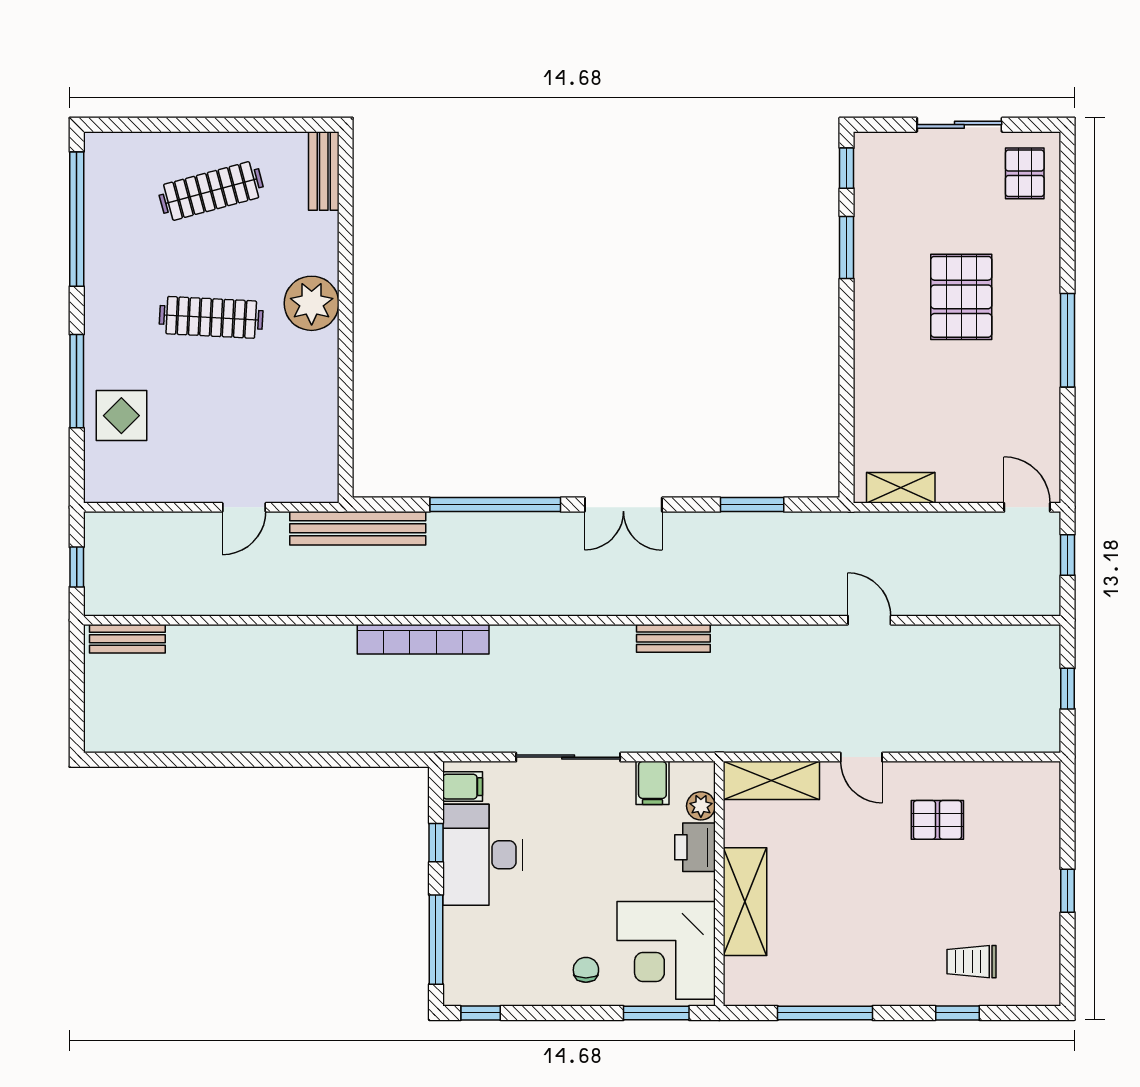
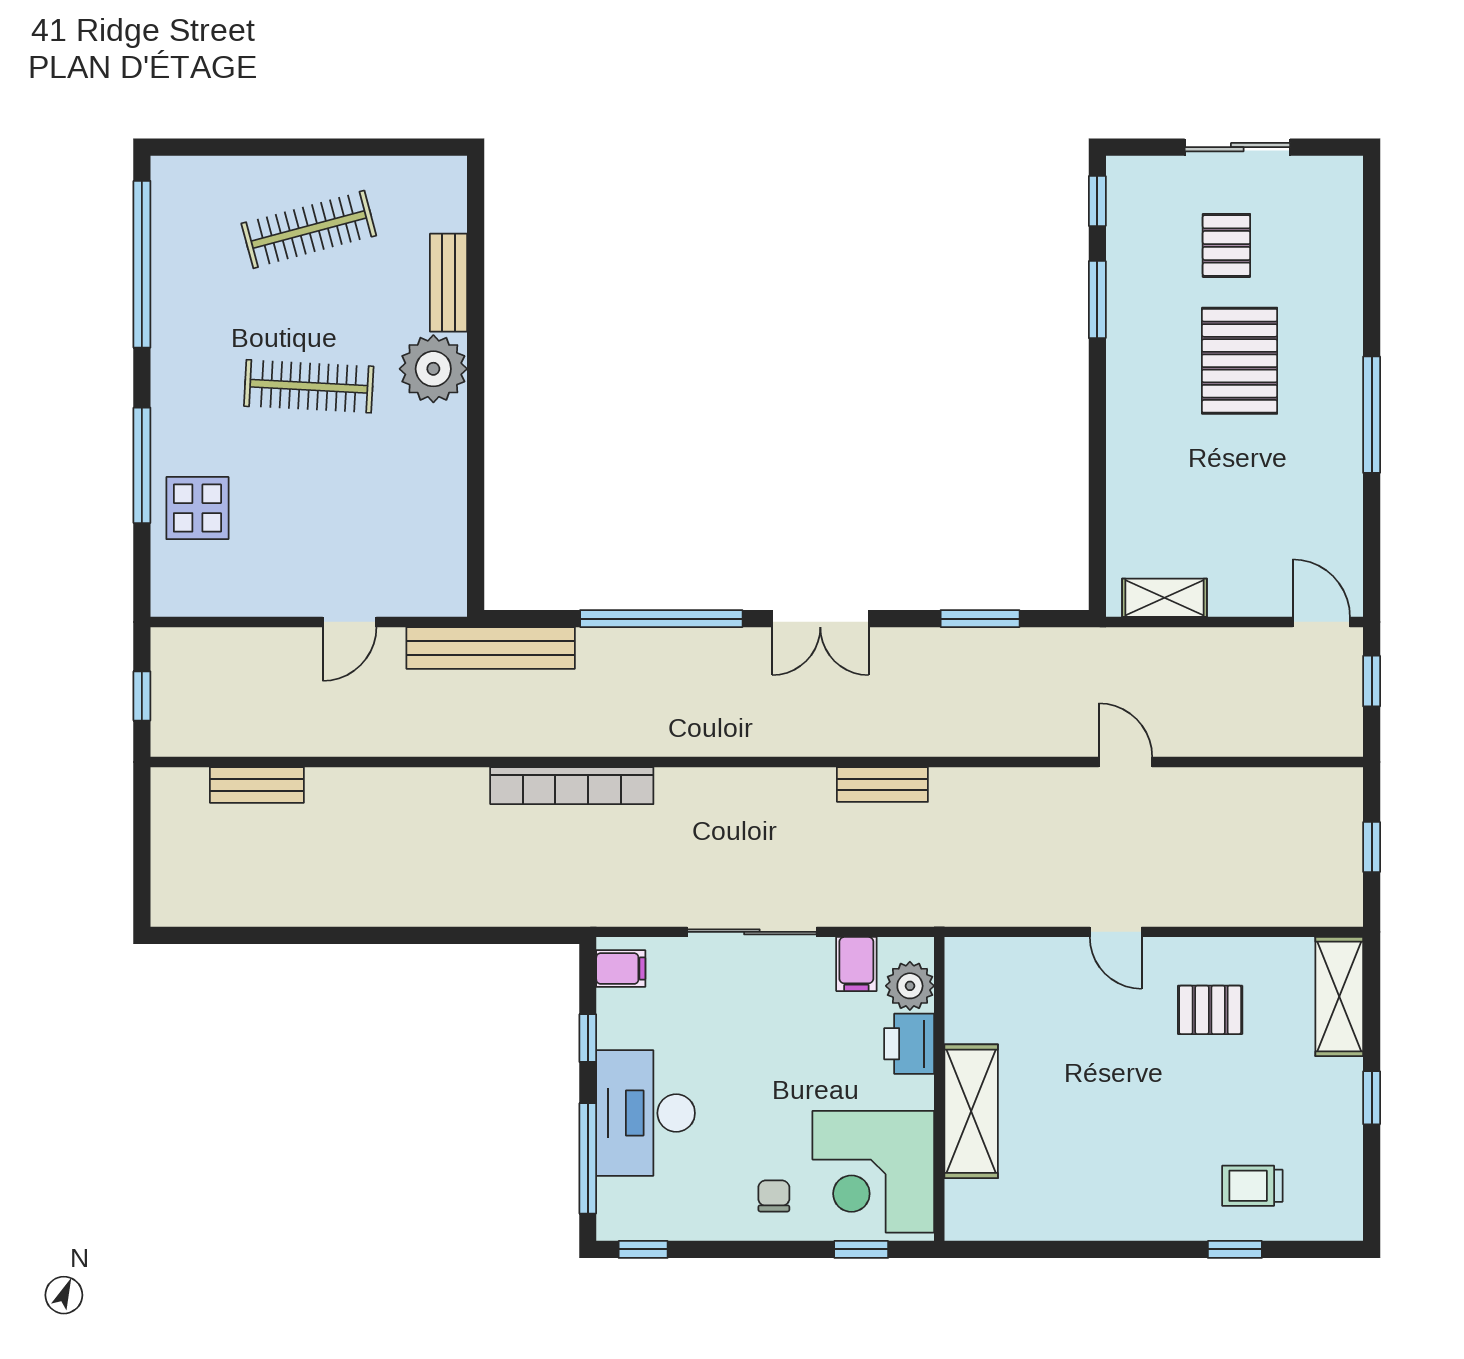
bench: (324, 171) -> (448, 283), moved
pallet: (1025, 173) -> (1226, 245), moved
bench: (127, 639) -> (257, 785), moved
shelving: (771, 780) -> (1339, 997), moved, turned 90
plant: (701, 806) -> (910, 986), width x1.38, depth x1.38
desk: (483, 855) -> (646, 1113), moved
window: (656, 1013) -> (861, 1249), width x0.67
window: (825, 1013) -> (1071, 1249), removed

